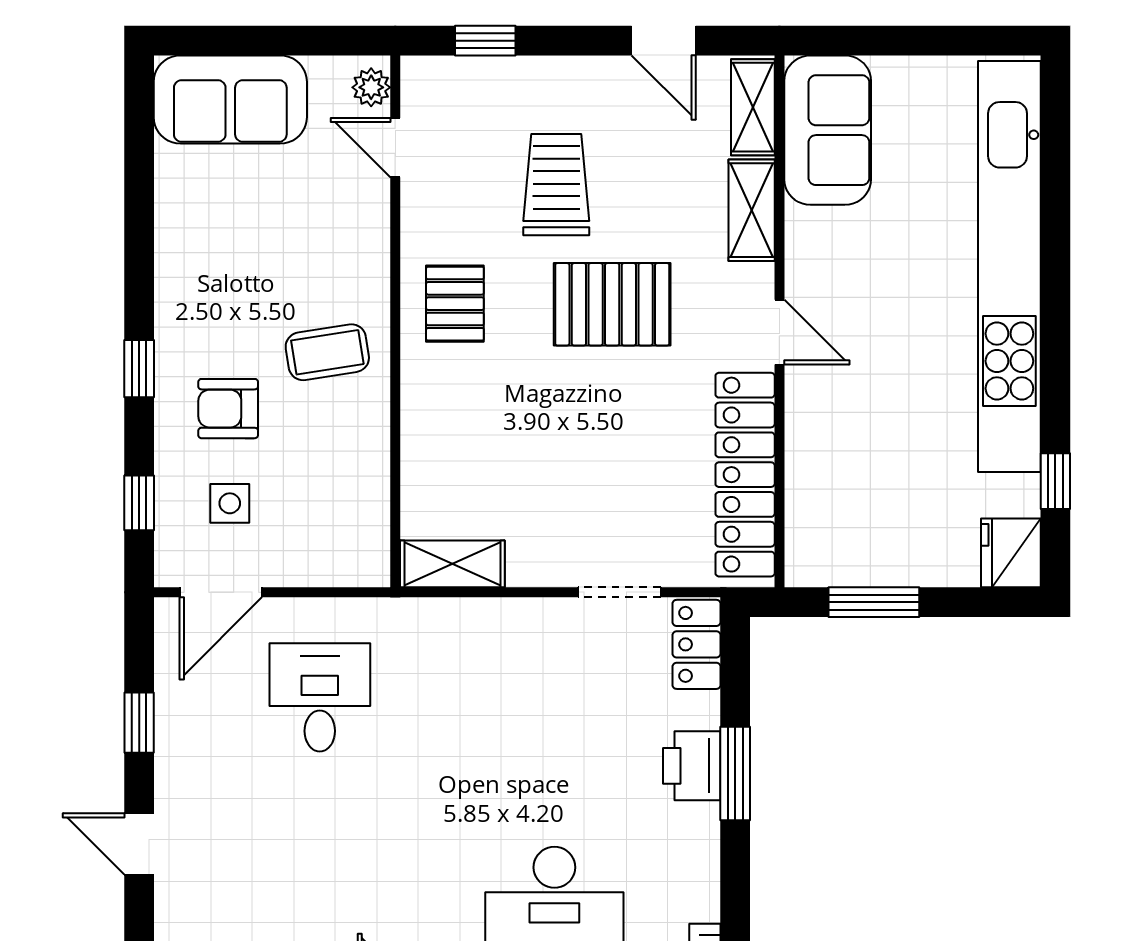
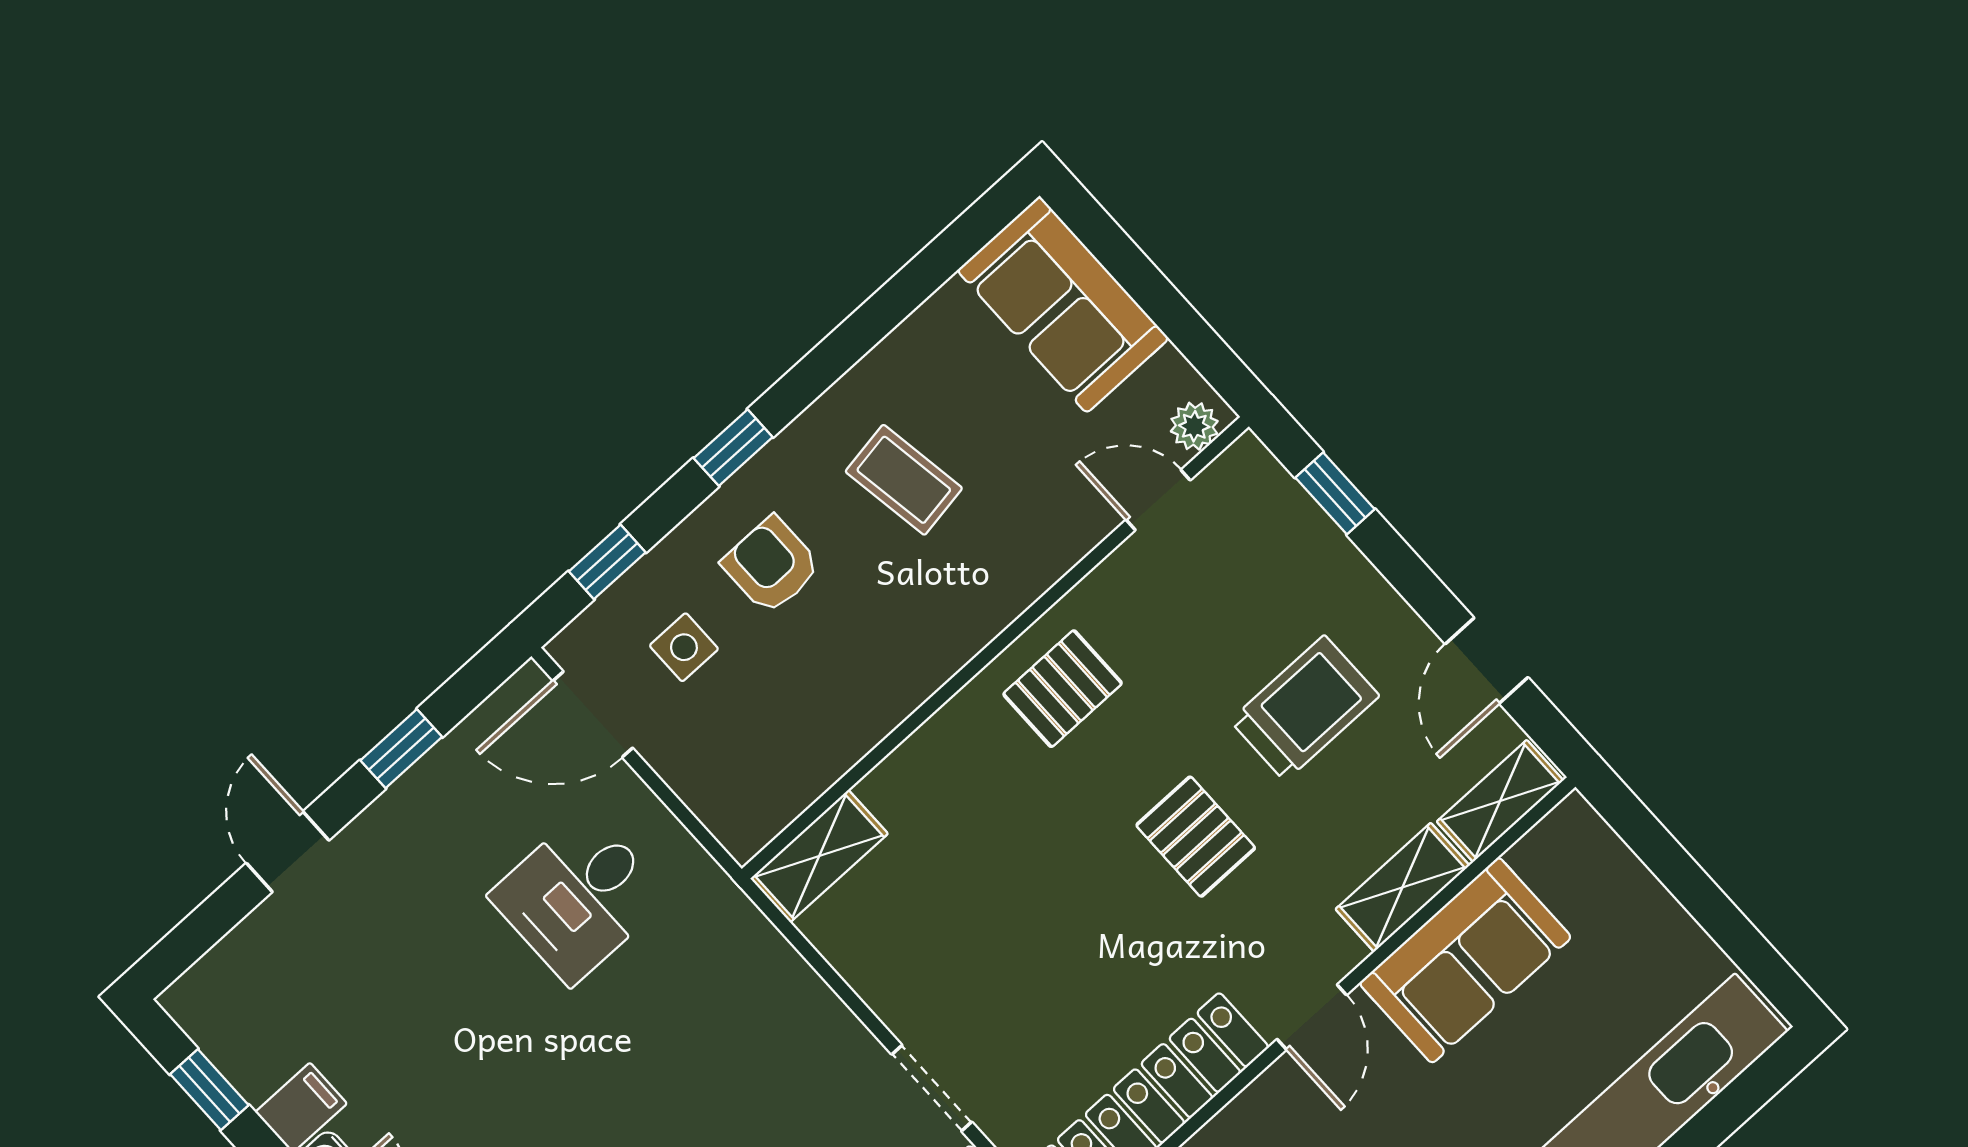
sofa: (828, 130) -> (1465, 960), moved
door: (395, 148) -> (1158, 500), hinge flipped
trolley: (556, 185) -> (1305, 708), moved
pallet: (612, 304) -> (1196, 837), width x0.67, depth x0.71
coffee table: (327, 352) -> (904, 480), moved
shelving: (452, 564) -> (819, 856), moved, turned 90
desk: (320, 697) -> (579, 897), turned 180

